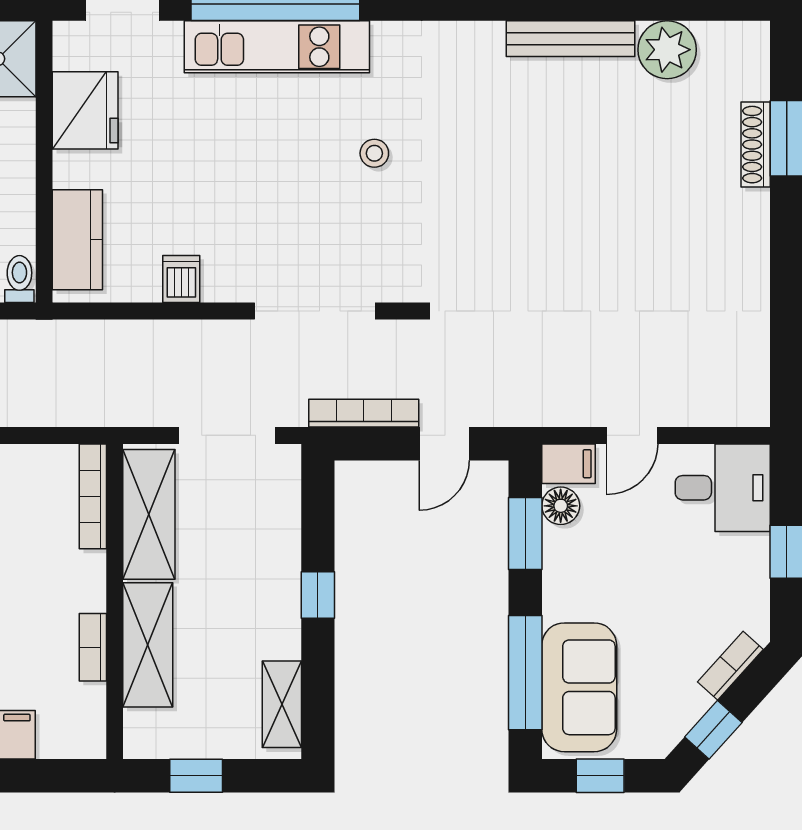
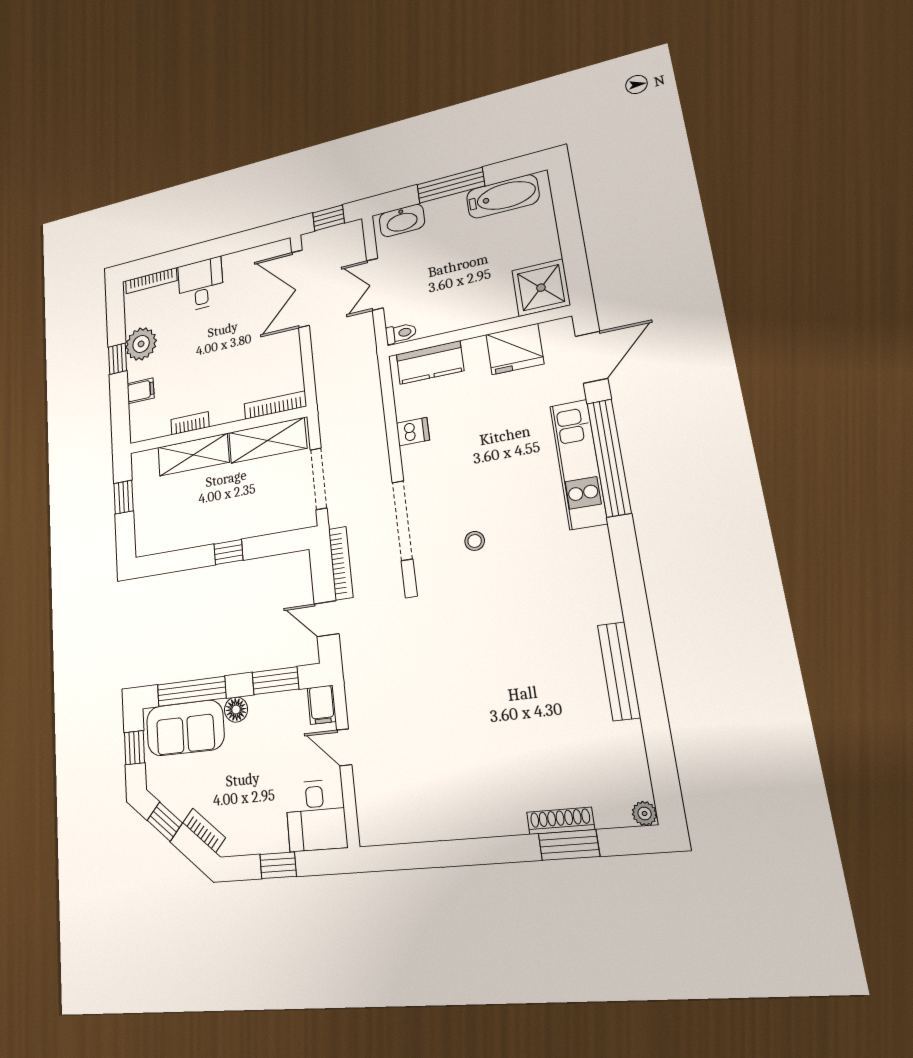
plant: (667, 50) -> (645, 813), moved, width x0.53, depth x0.53
stool: (374, 153) -> (475, 541), moved
floor lamp: (561, 506) -> (236, 710), moved
shelving: (282, 704) -> (165, 541), removed

